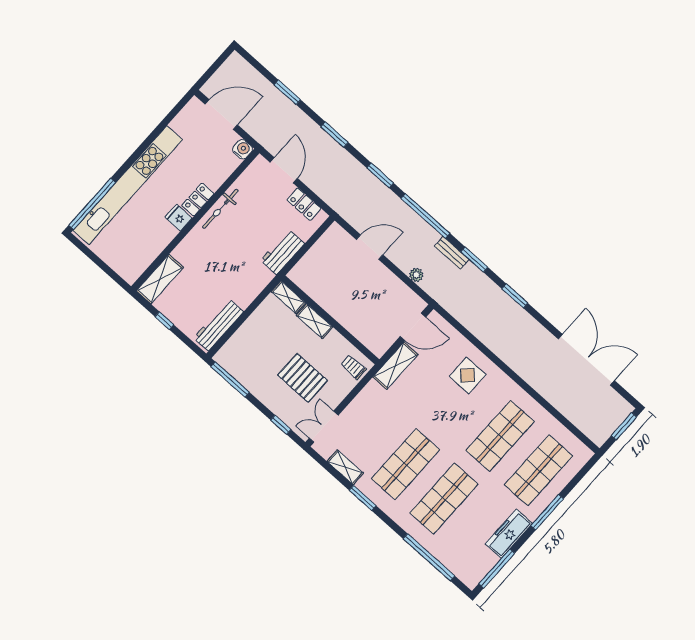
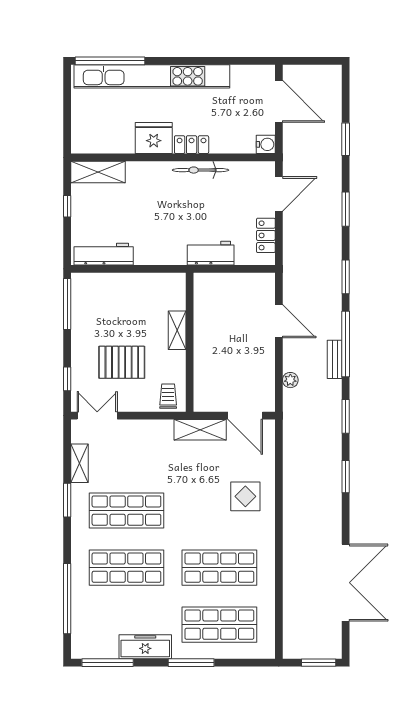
fridge: (178, 218) -> (154, 138), width x1.88, depth x1.34
bench: (452, 253) -> (335, 359), moved
shelving: (288, 297) -> (178, 291), removed
pallet: (303, 378) -> (122, 362), turned 90

